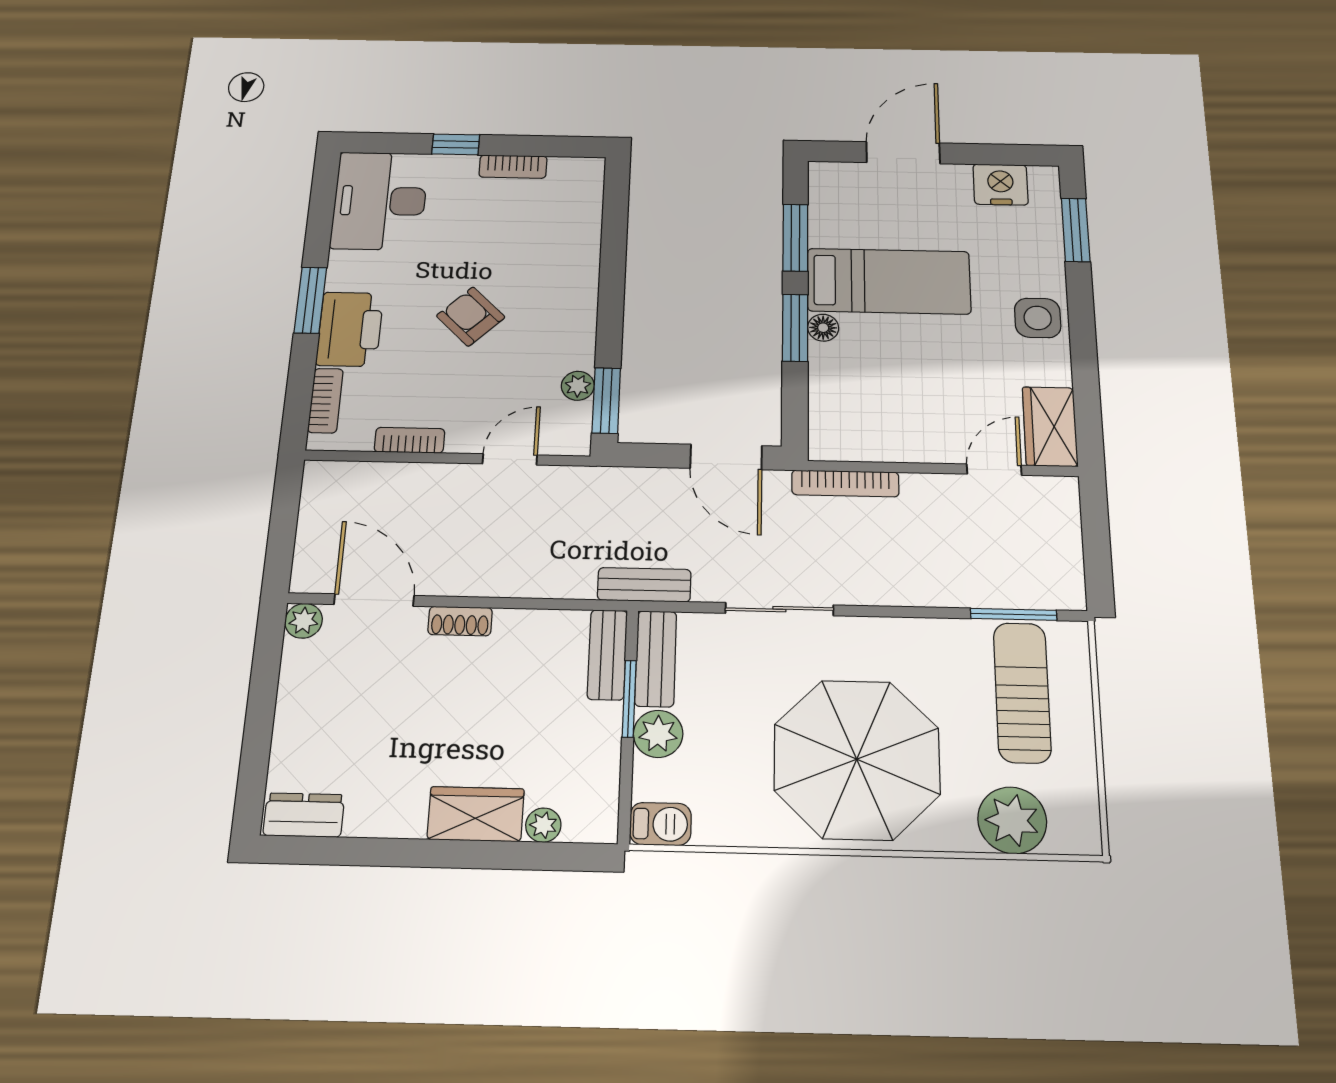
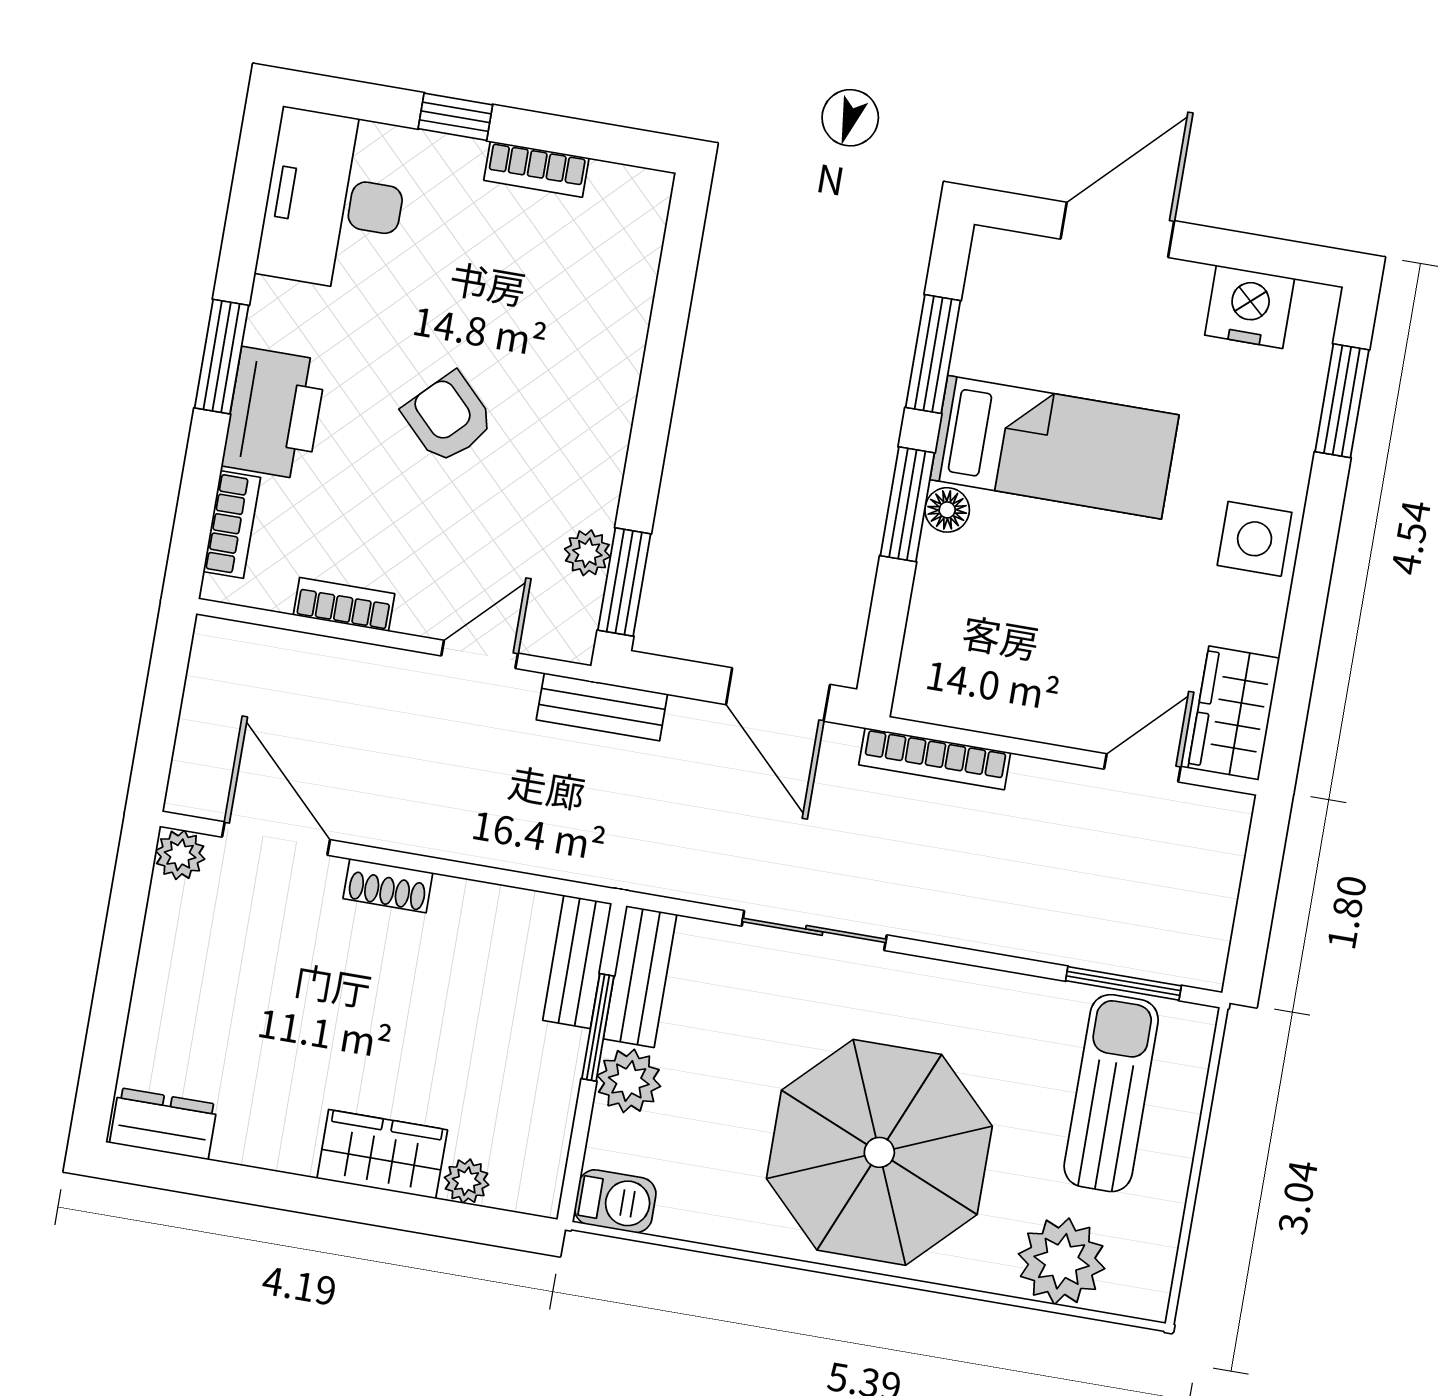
bench: (644, 585) -> (602, 707), moved

